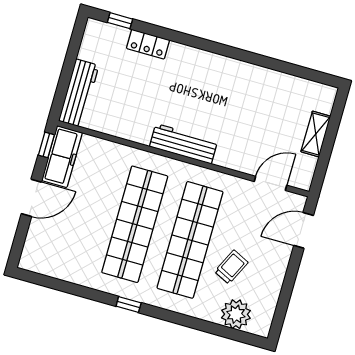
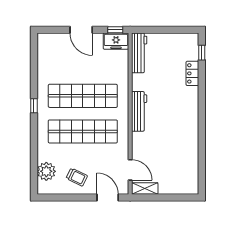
workbench: (79, 93) -> (139, 53), moved, turned -90
shelving: (316, 134) -> (145, 189), moved
freezer: (62, 157) -> (116, 41), width x0.71
trolley: (231, 267) -> (77, 177), moved

